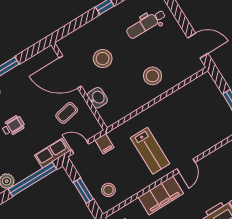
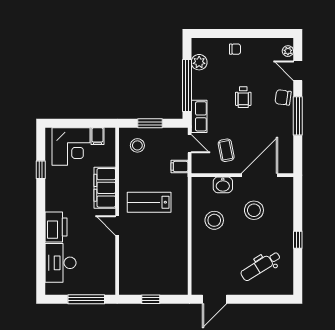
dental chair: (146, 24) -> (261, 266), turned -122
stool: (153, 76) -> (214, 220), moved
door: (80, 147) -> (190, 144), hinge flipped

